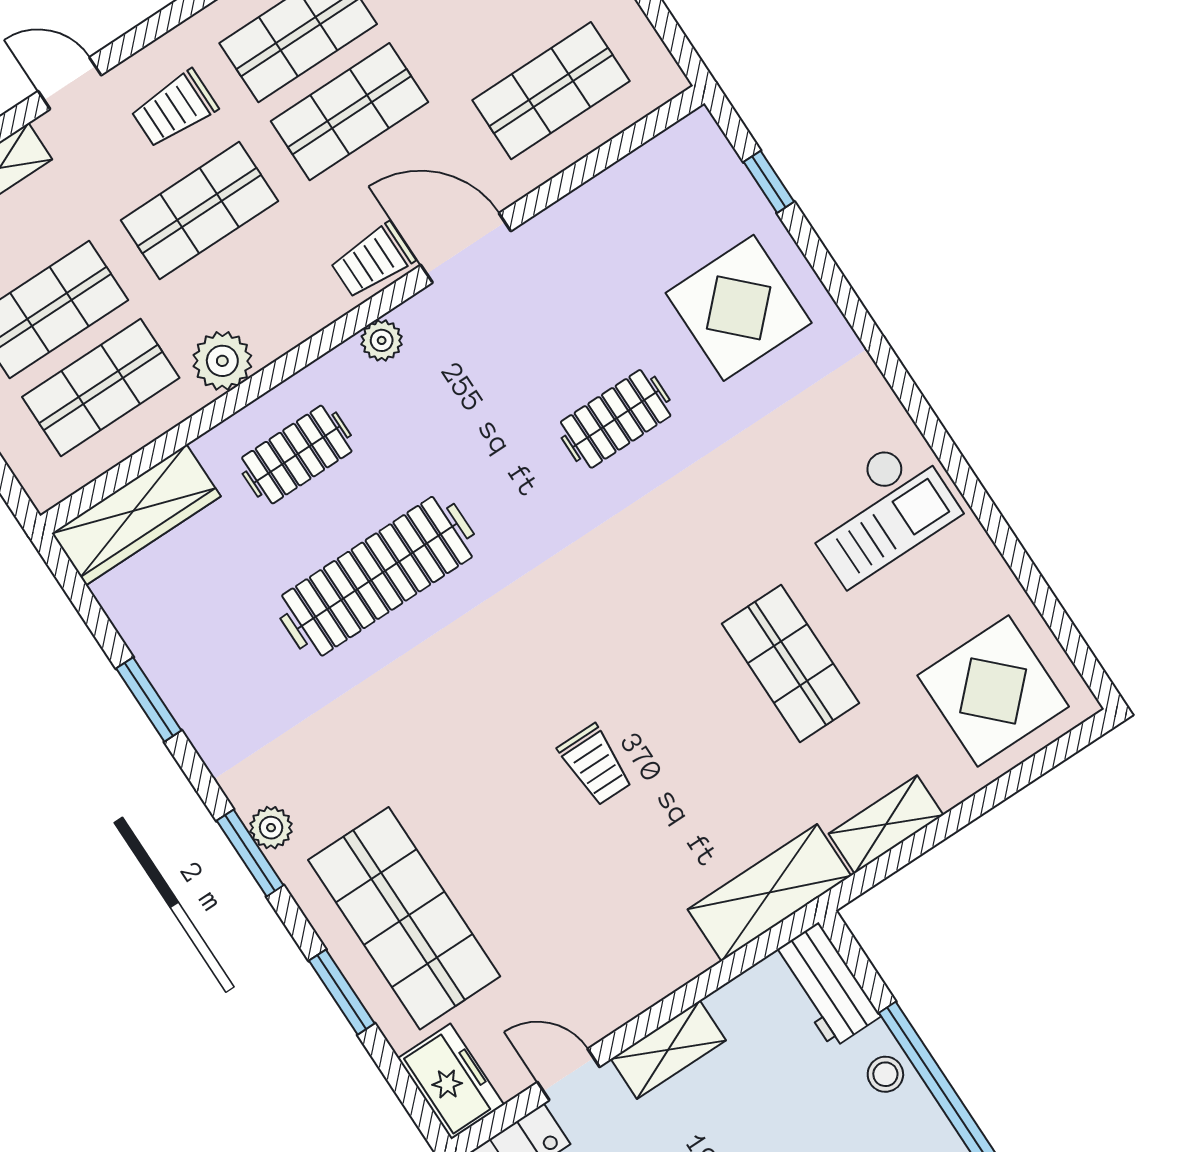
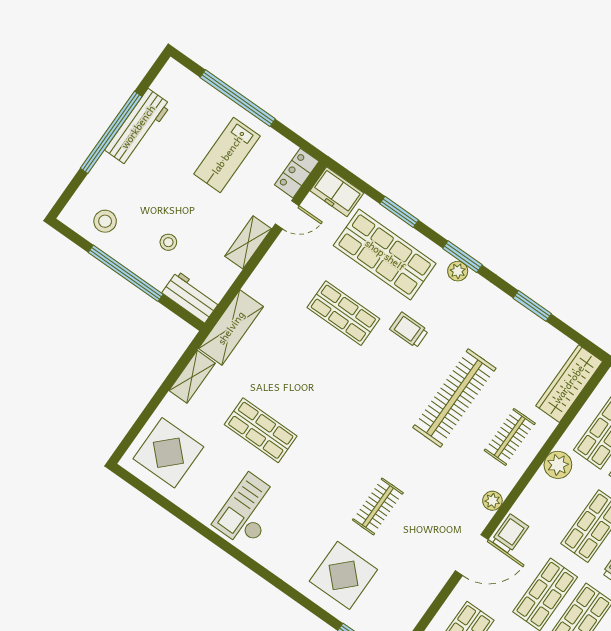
trolley: (595, 765) -> (409, 330), moved
shop shelf: (533, 833) -> (343, 313), added
stool: (885, 1074) -> (168, 242), moved

